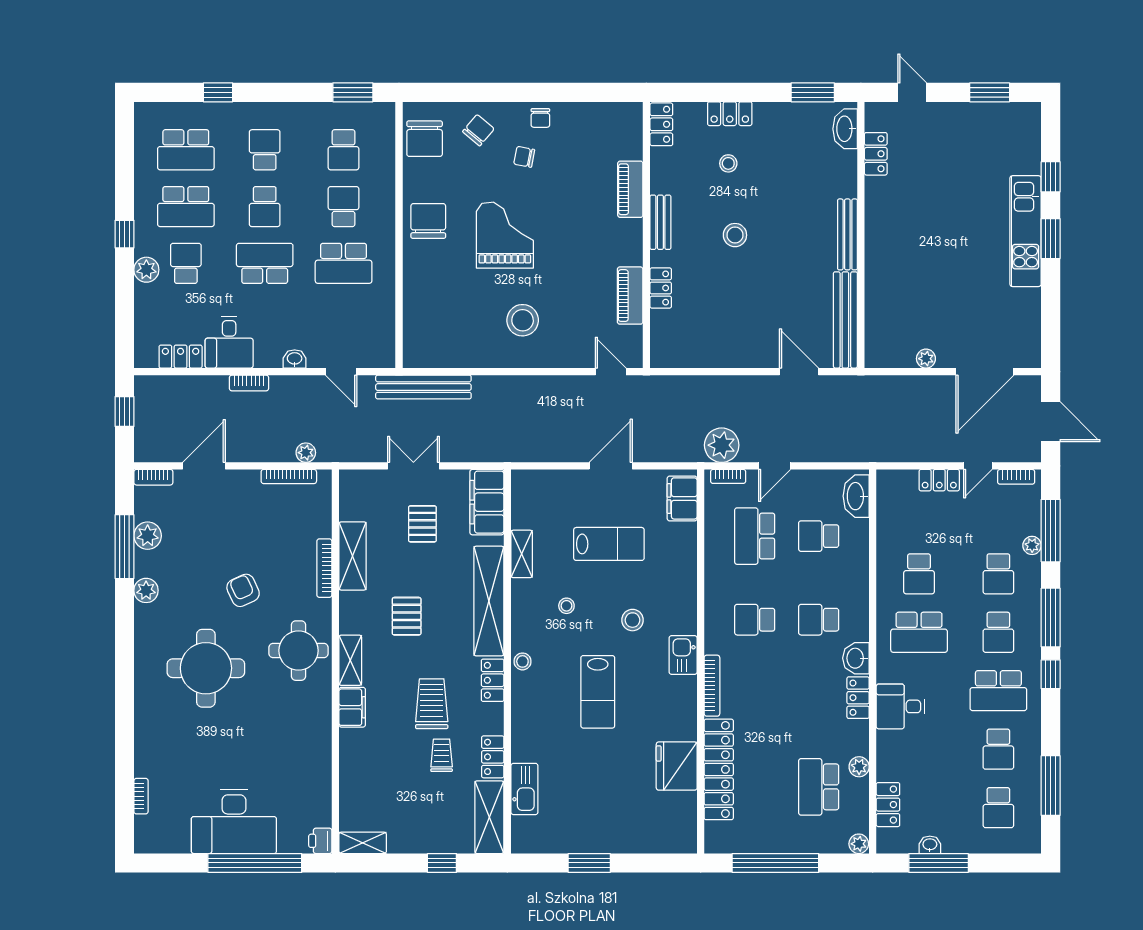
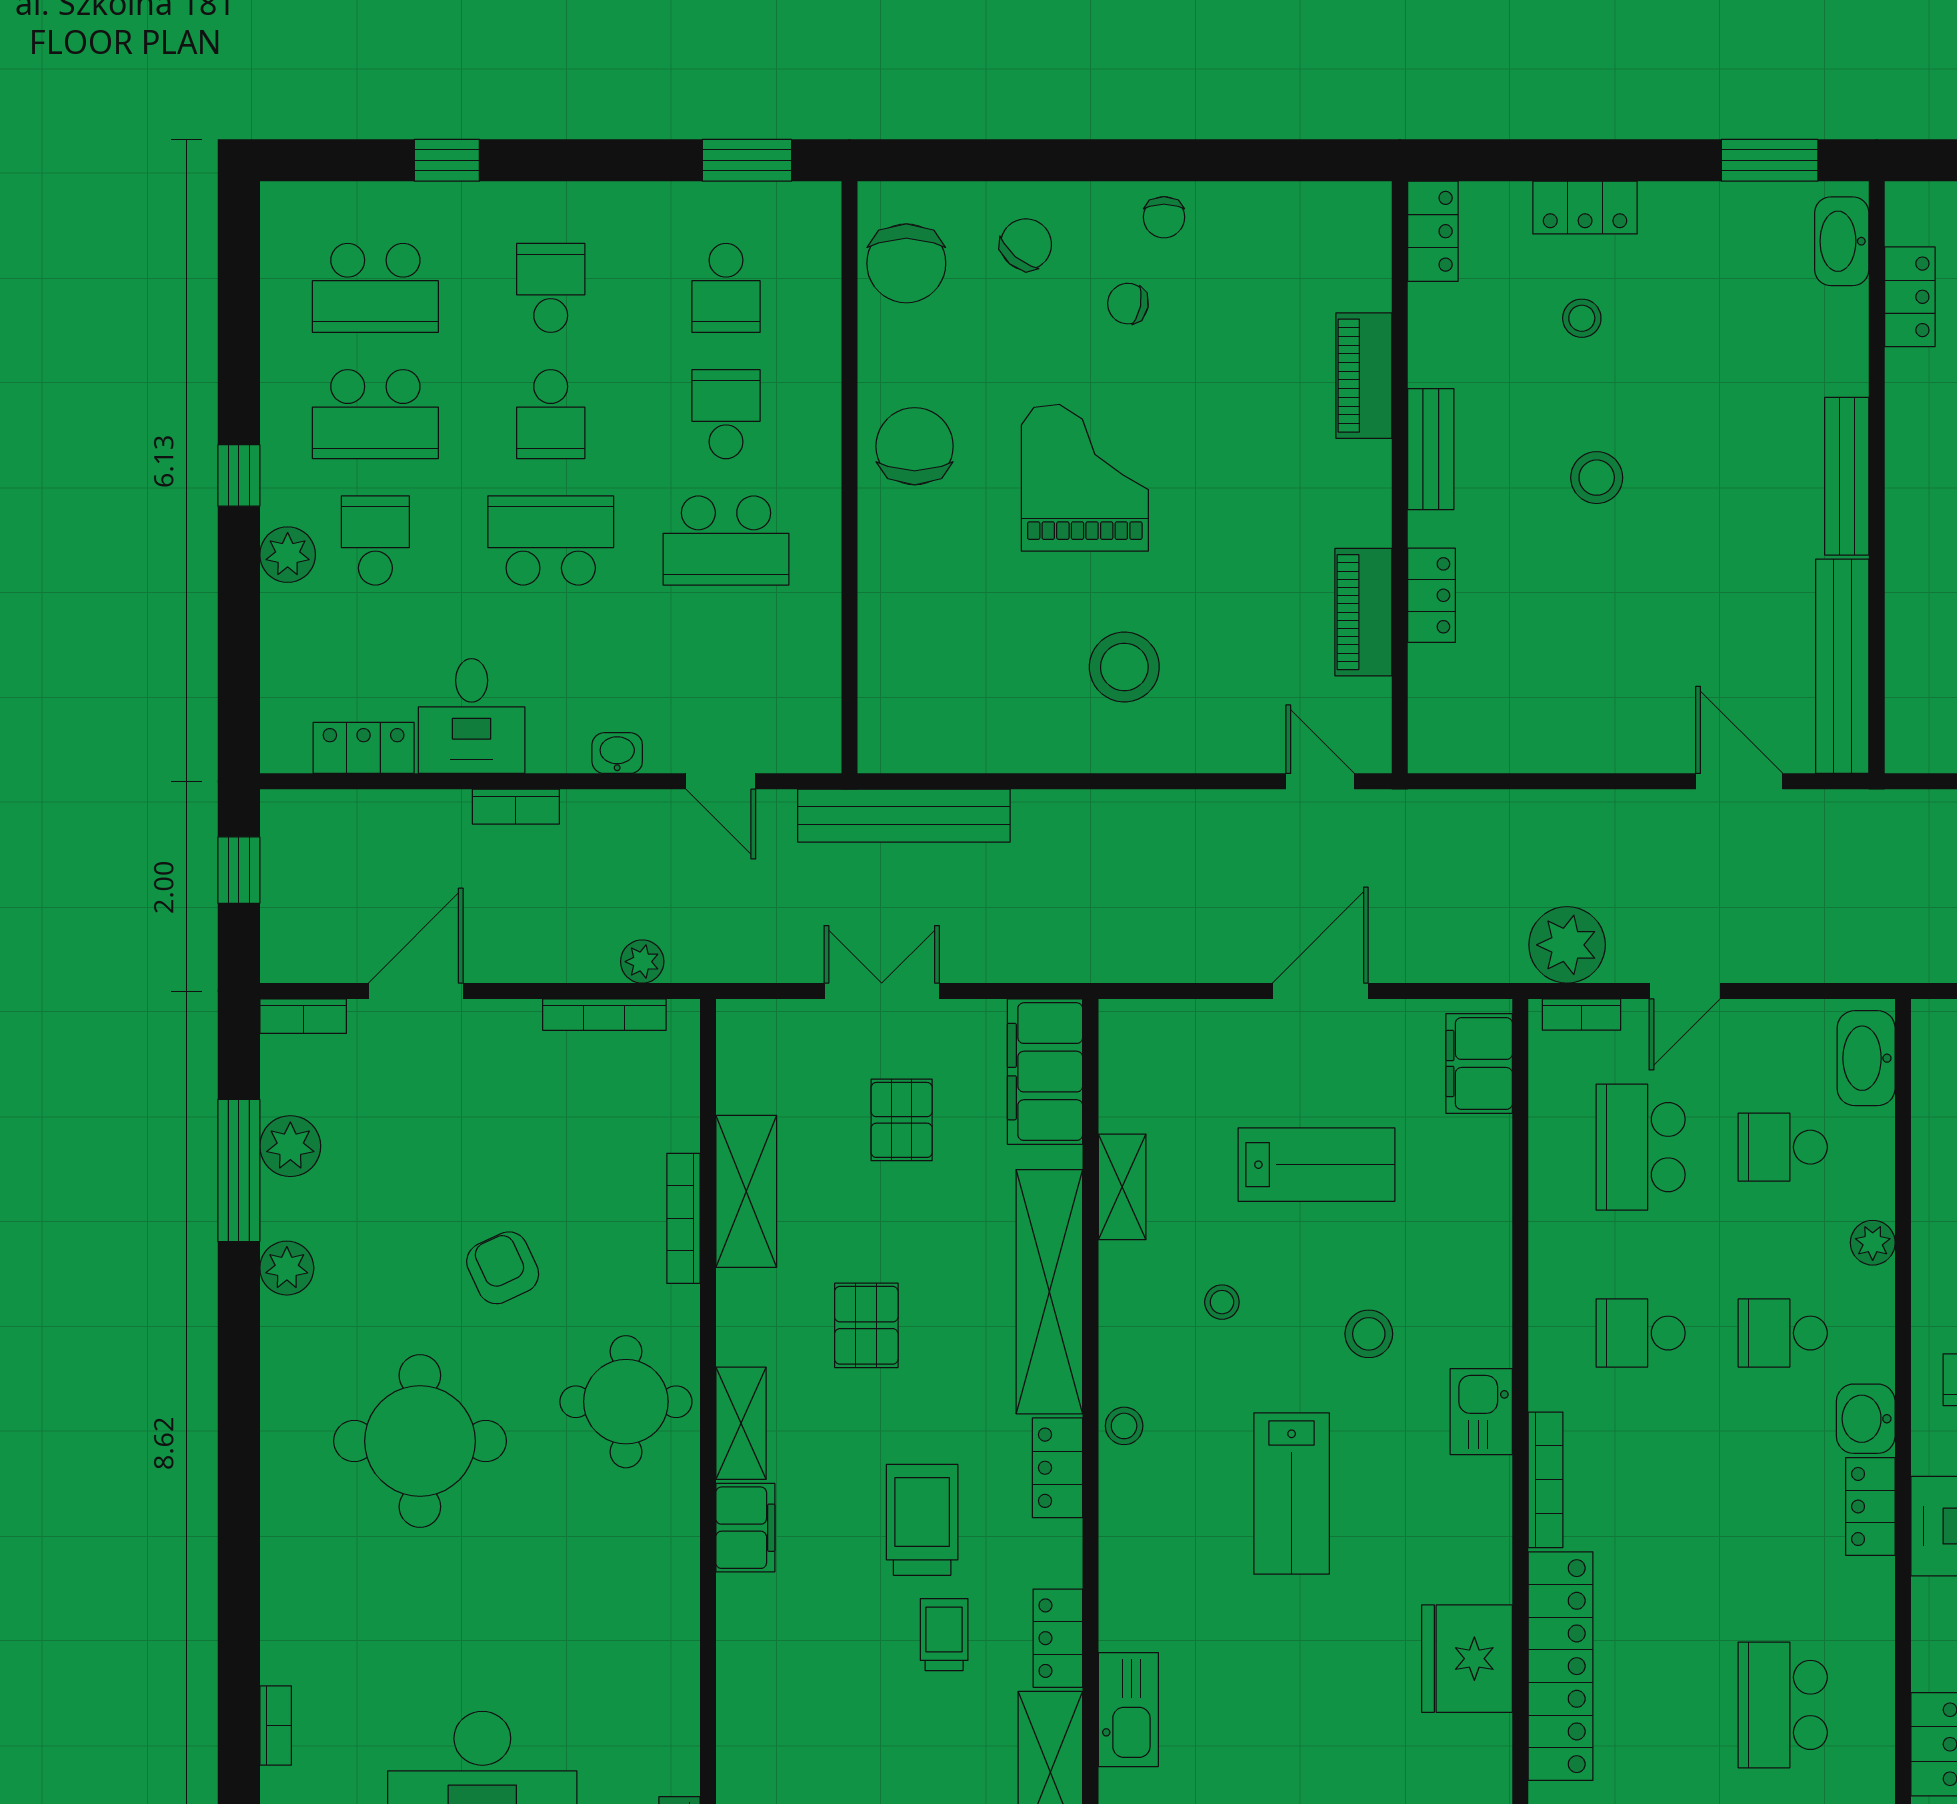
plant: (859, 767) -> (1873, 1243), moved

